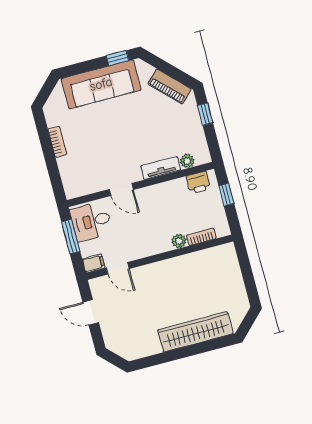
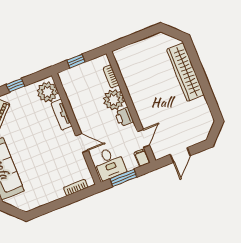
bookcase: (57, 142) -> (76, 187), moved
plant: (187, 161) -> (47, 92), width x1.88, depth x1.88
printer: (198, 182) -> (124, 117), moved, turned 180
door: (121, 189) -> (82, 143), hinge flipped
plant: (179, 241) -> (114, 100), width x1.88, depth x1.88

